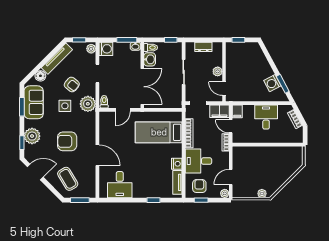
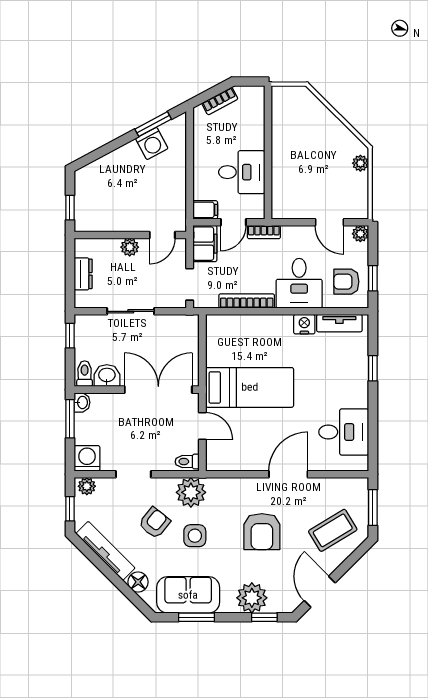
desk: (266, 117) -> (242, 172), moved, turned 180
bed: (159, 132) -> (250, 387), moved, turned -90

